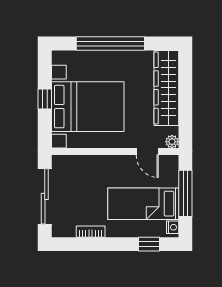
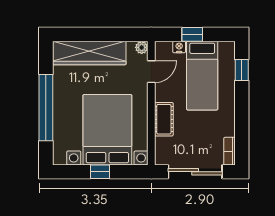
cot: (99, 164) -> (164, 119), added
window: (185, 193) -> (192, 34), width x0.46
nightstand: (173, 227) -> (179, 47), moved
bookcase: (91, 232) -> (229, 151), moved

